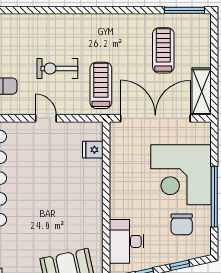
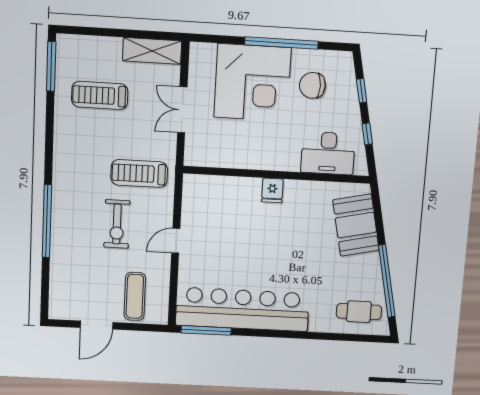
window: (57, 10) -> (47, 221), added
double door: (155, 118) -> (182, 110), width x0.54
fridge: (93, 150) -> (272, 190), moved
chair: (182, 224) -> (312, 85), turned 180

